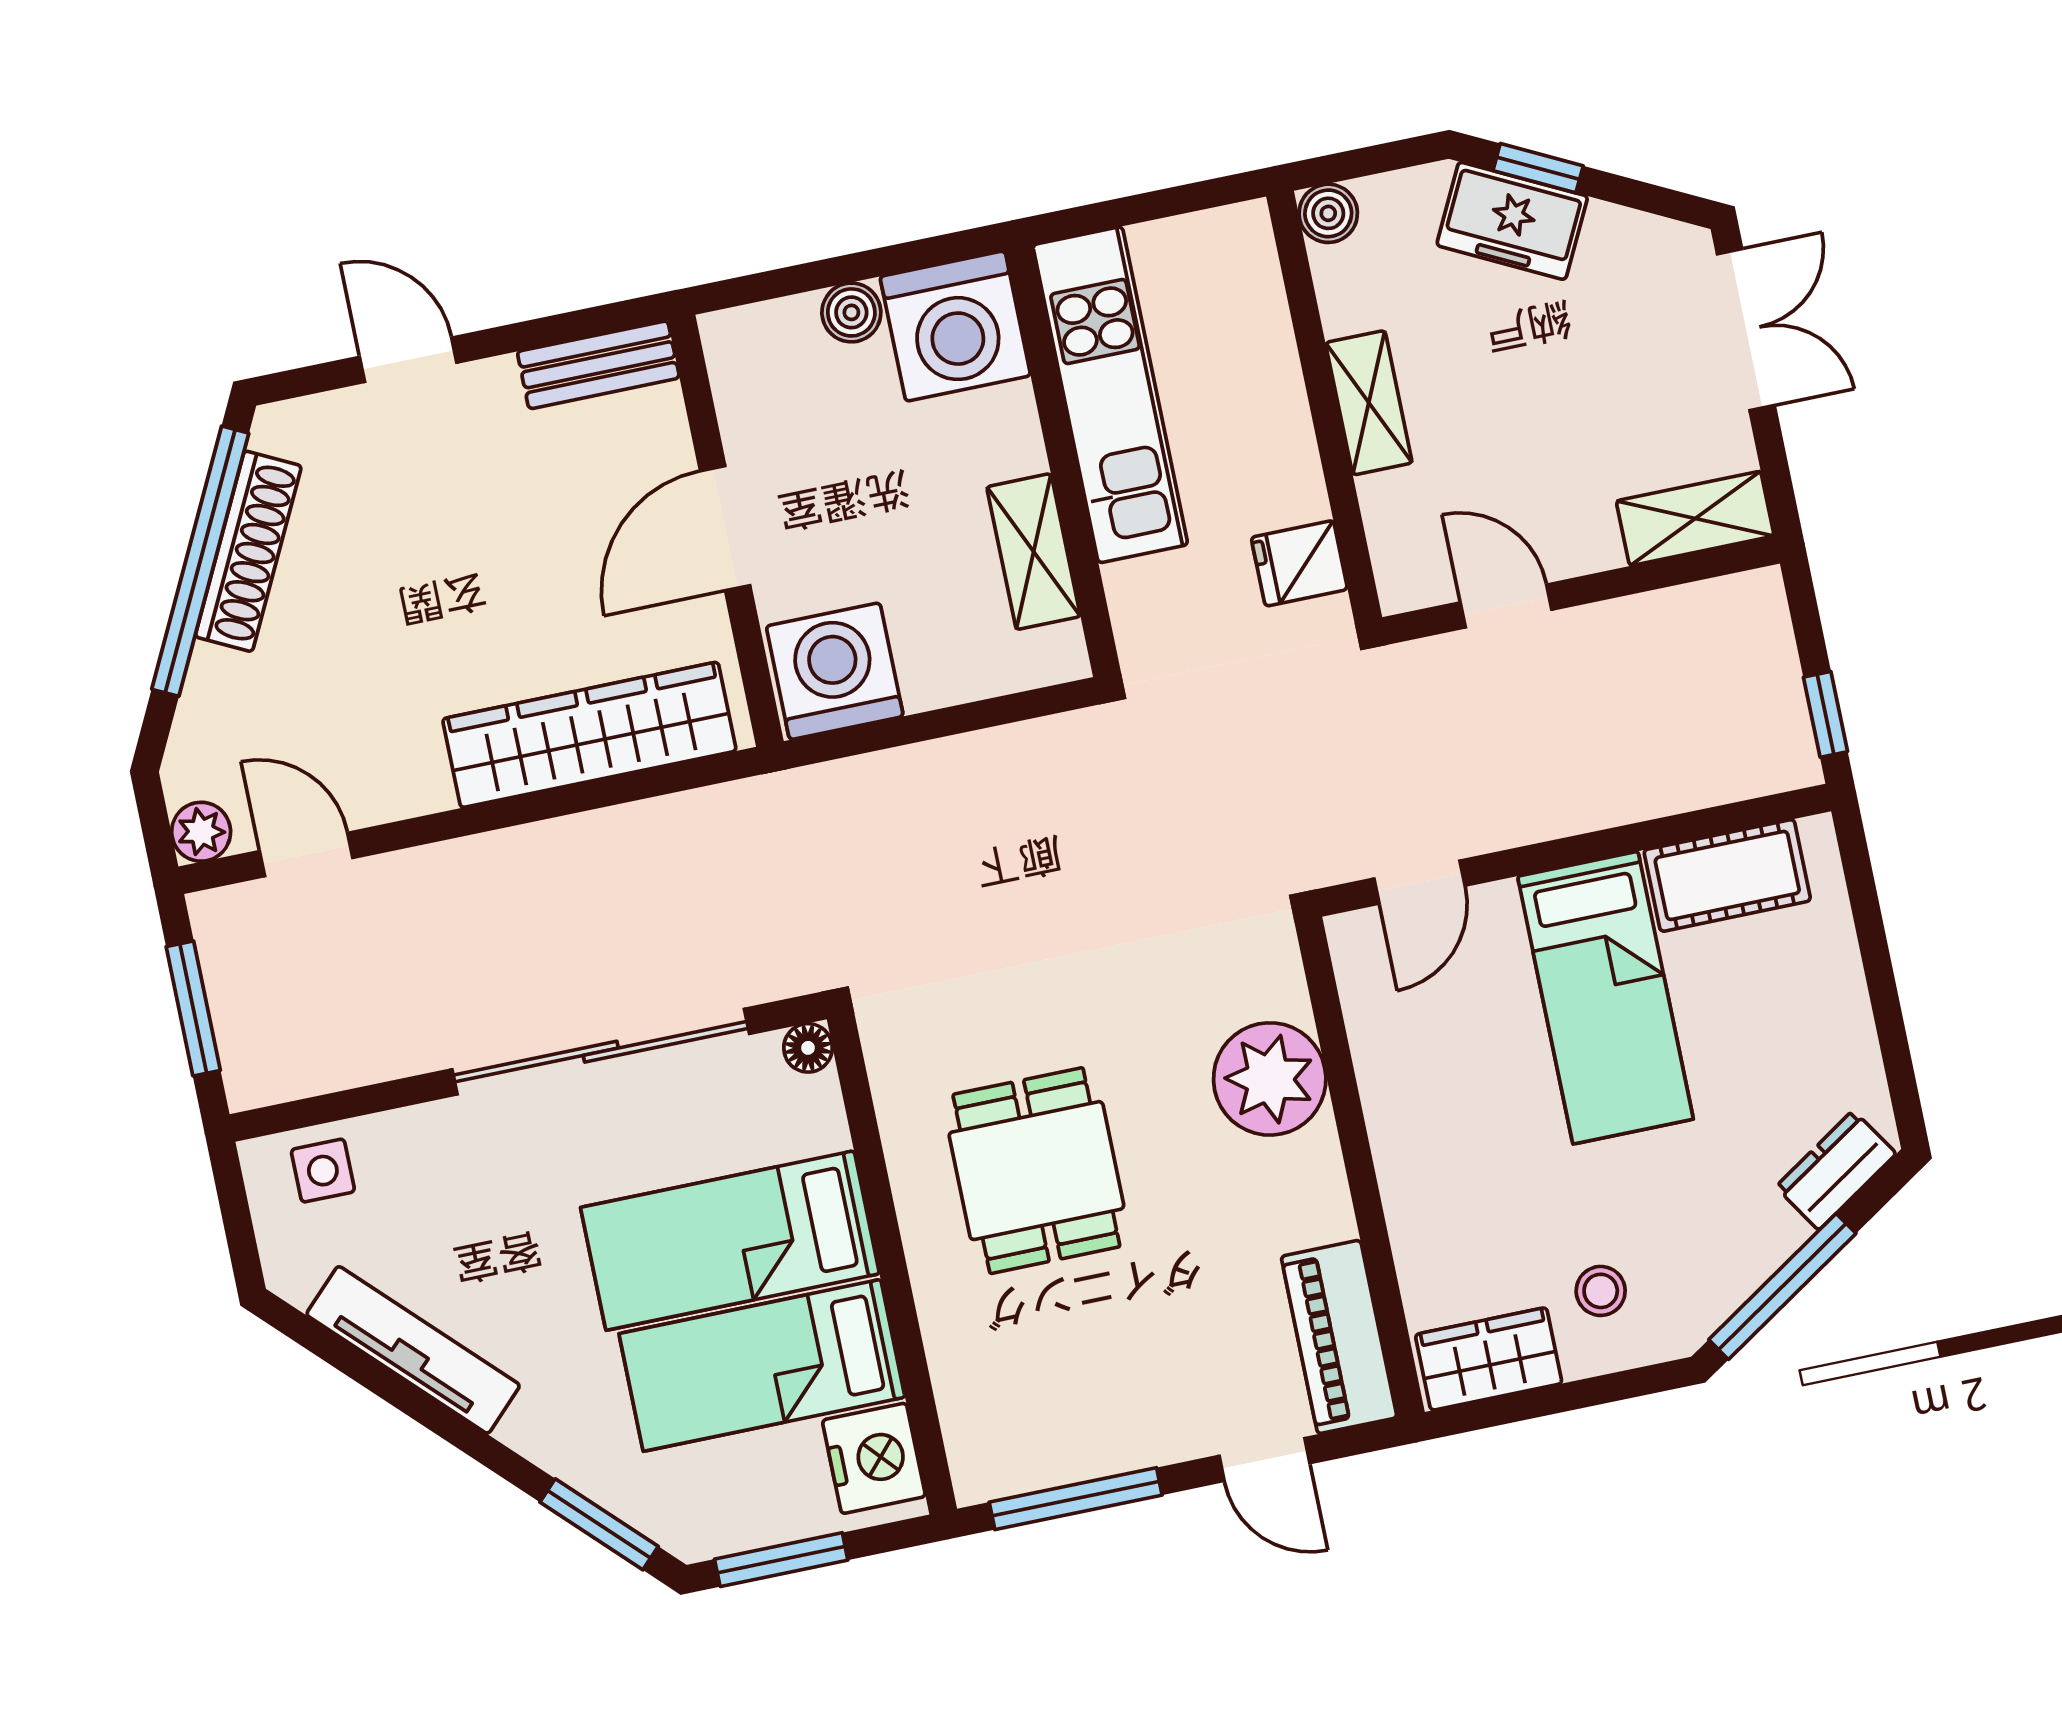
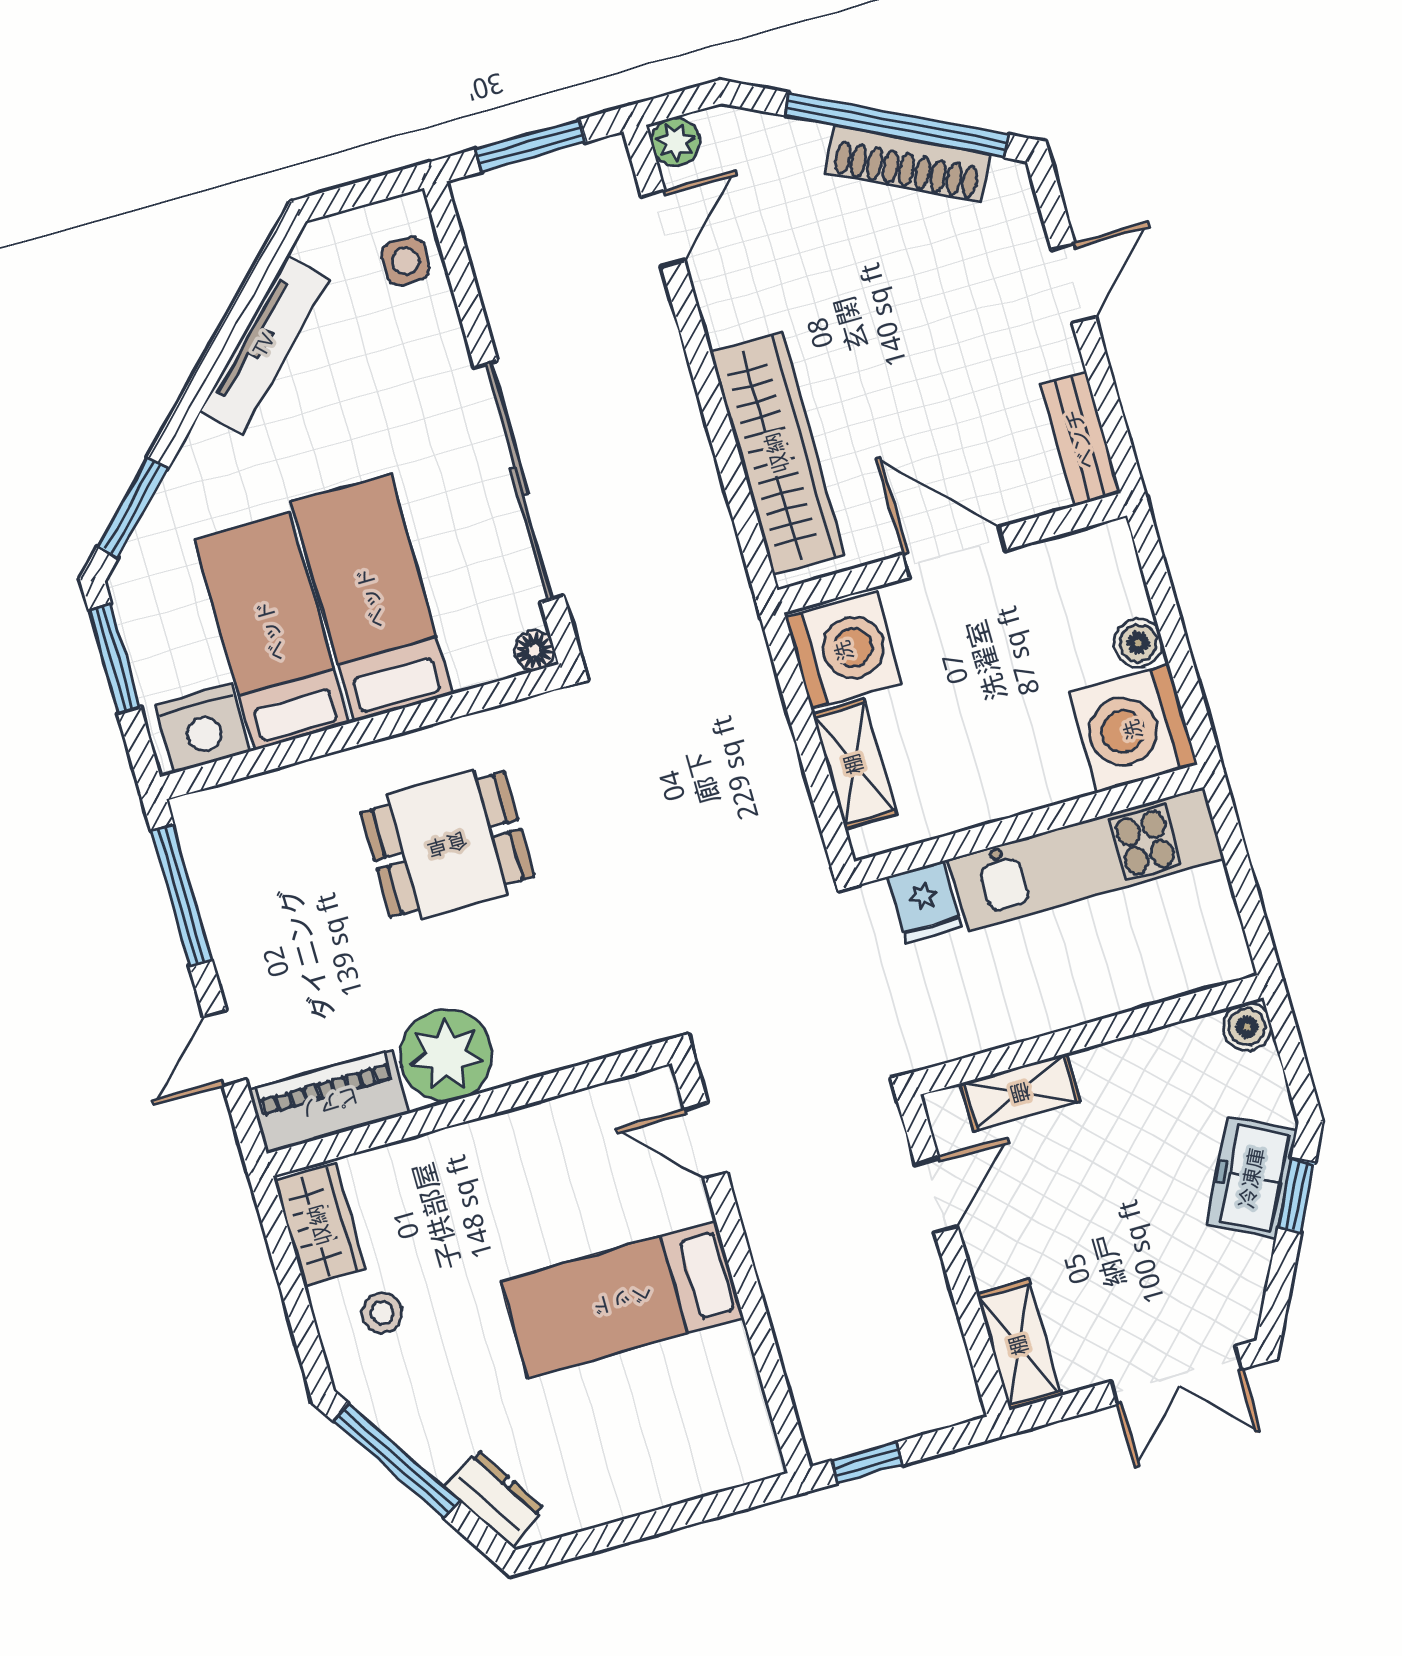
shelving: (1369, 403) -> (1020, 1092), moved
shelving: (1034, 552) -> (854, 764), moved, turned 90
fridge: (1299, 563) -> (925, 902), moved, turned 180
cot: (1727, 875) -> (729, 1392), removed
plant: (1270, 1079) -> (446, 1055), moved

